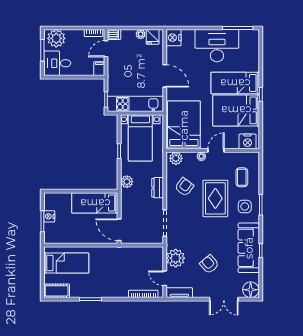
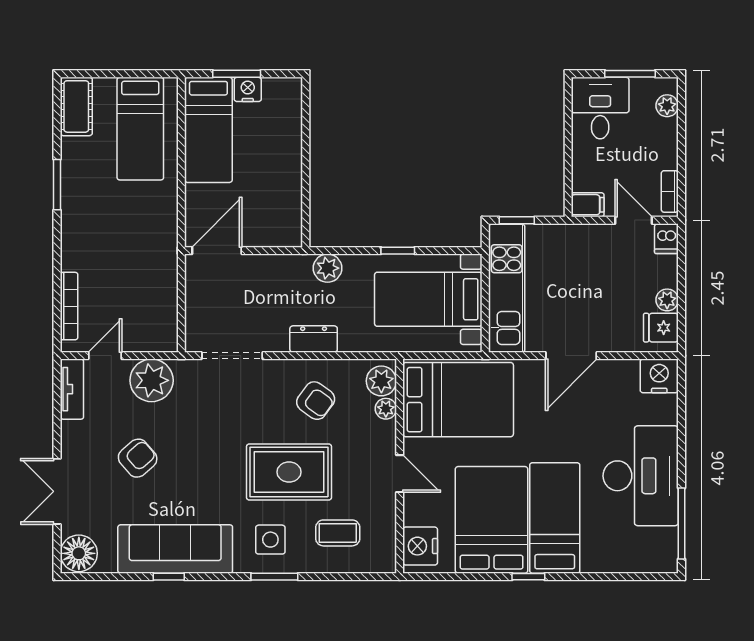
plant: (56, 38) -> (667, 106), width x0.53, depth x0.53
plant: (201, 156) -> (386, 409), moved
bed: (95, 203) -> (208, 130), moved, turned 180

